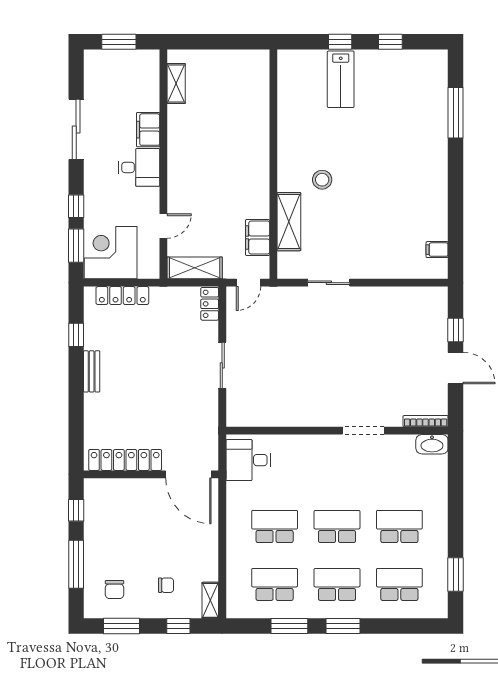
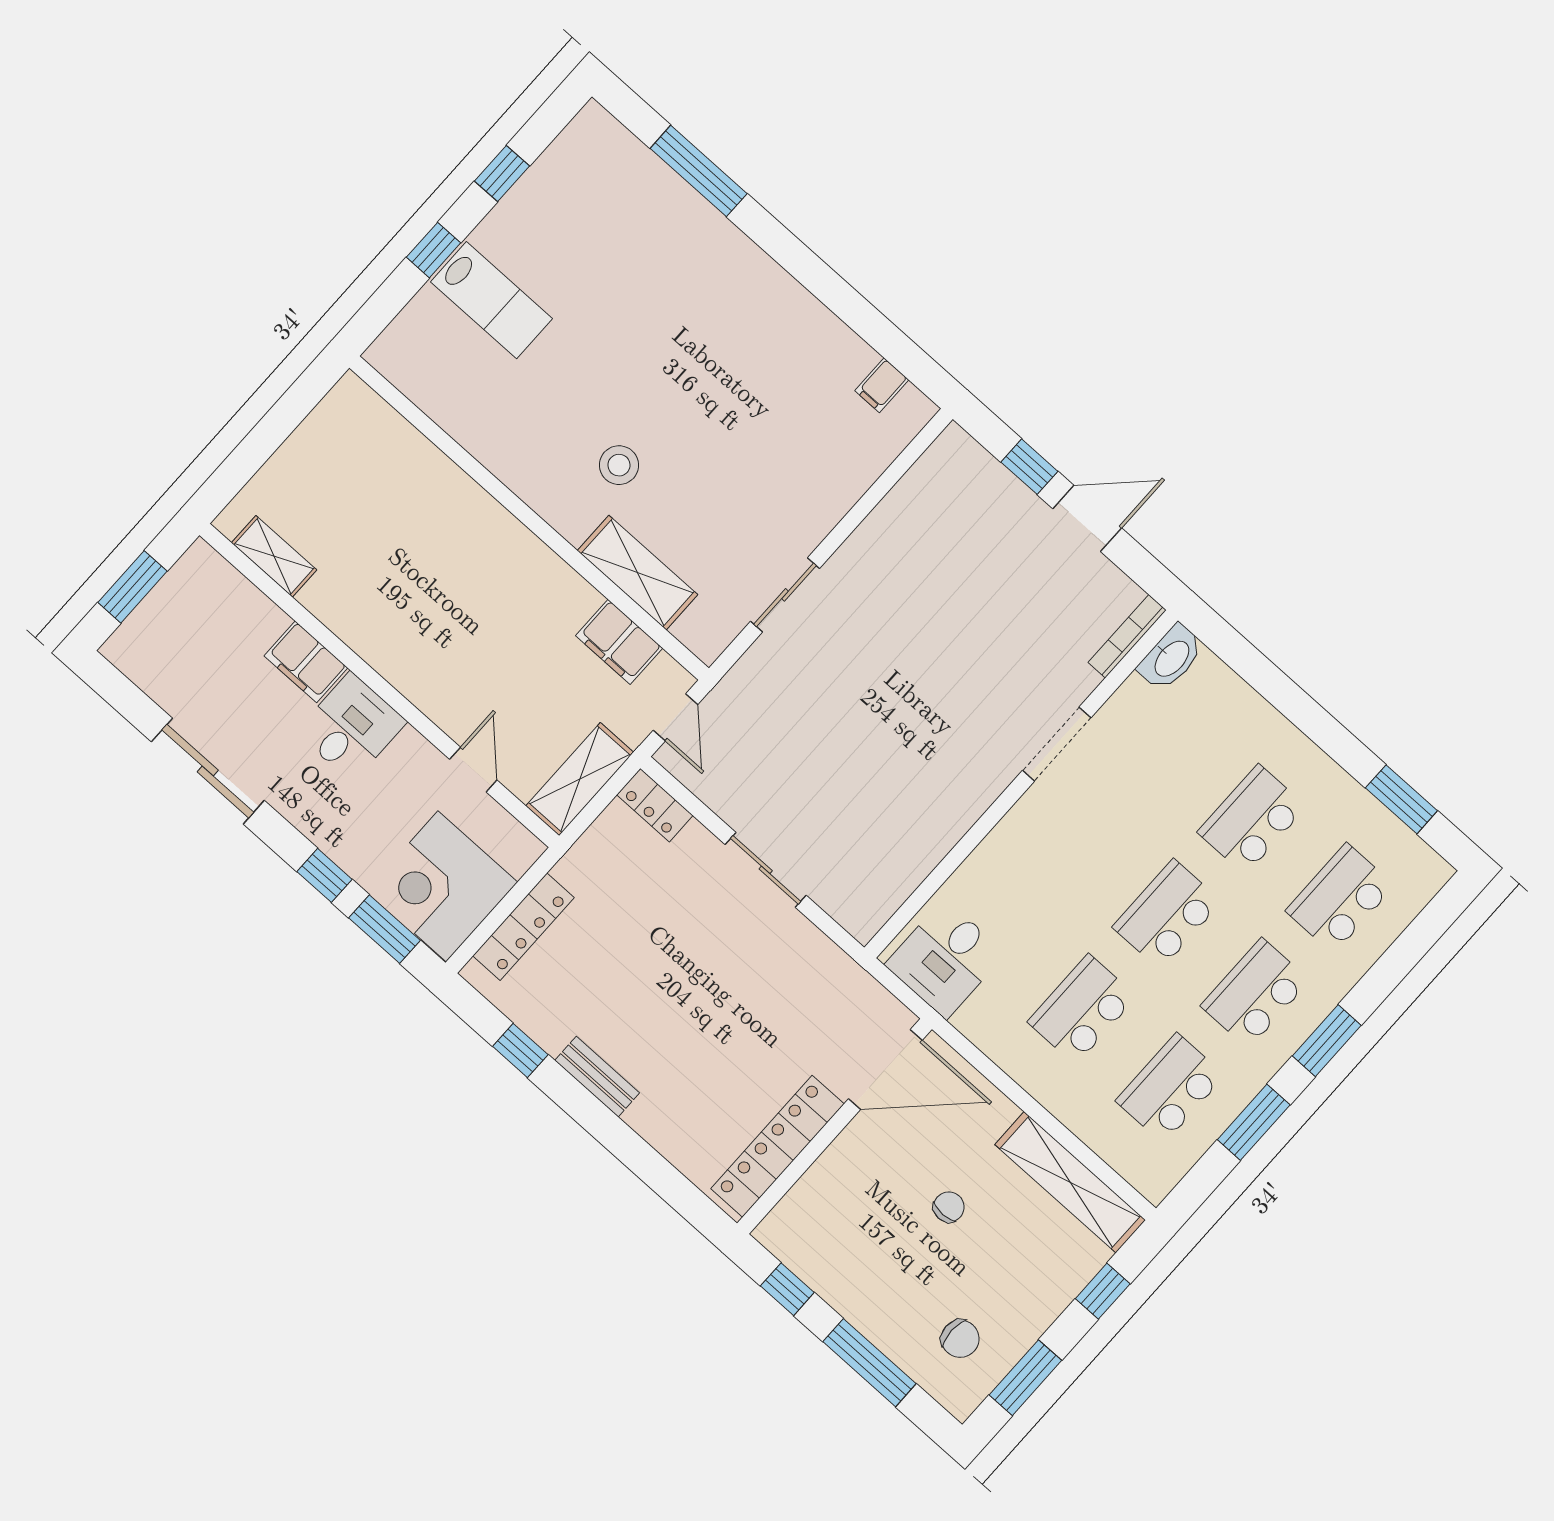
chair: (166, 585) -> (949, 1207), moved
shelving: (210, 600) -> (1070, 1182), width x2.20, depth x1.33

